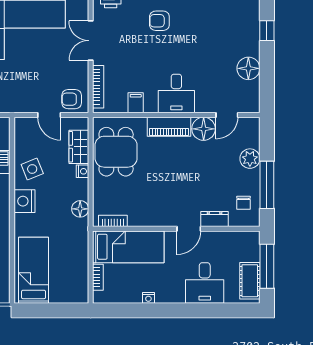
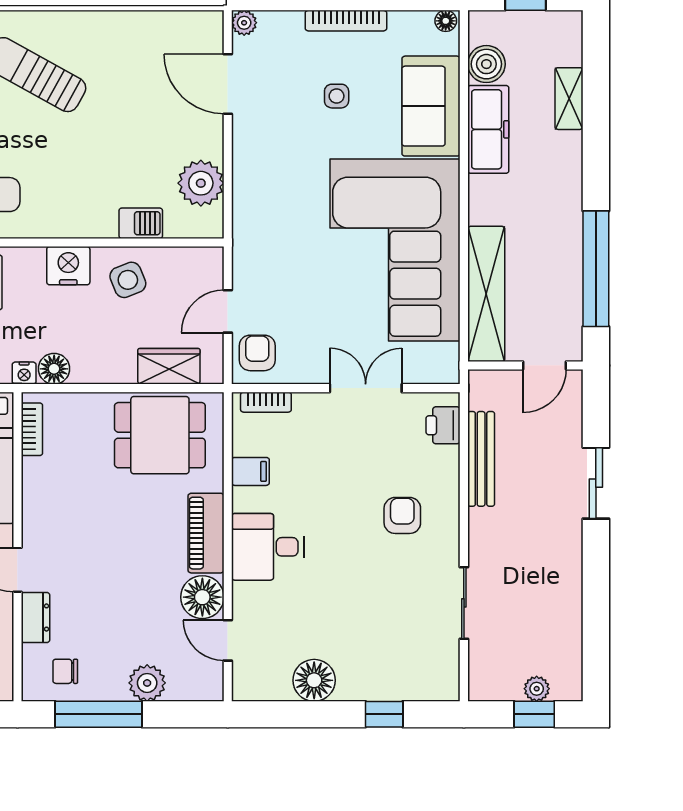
bookcase: (98, 87) -> (266, 402), width x0.64
nightstand: (83, 171) -> (24, 373), moved

